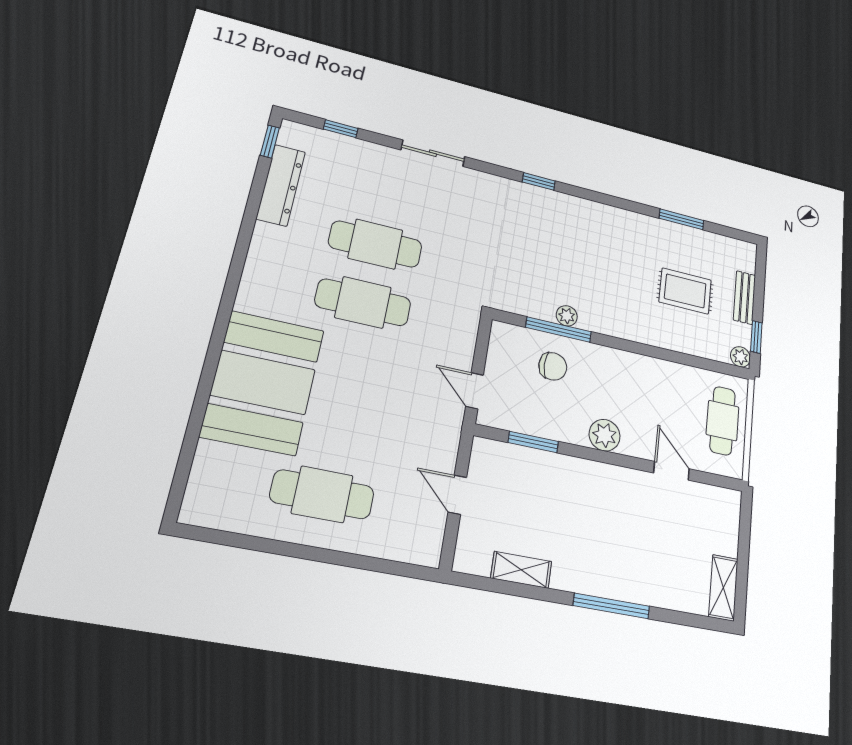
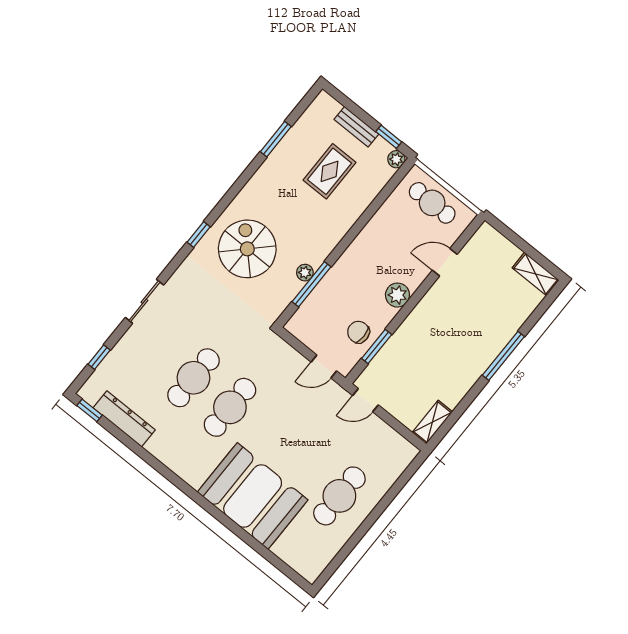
spiral stairs: (554, 240) -> (247, 249), added
chair: (553, 366) -> (358, 332), moved, turned -90
door: (457, 495) -> (366, 400), moved
shelving: (521, 570) -> (432, 422), moved

